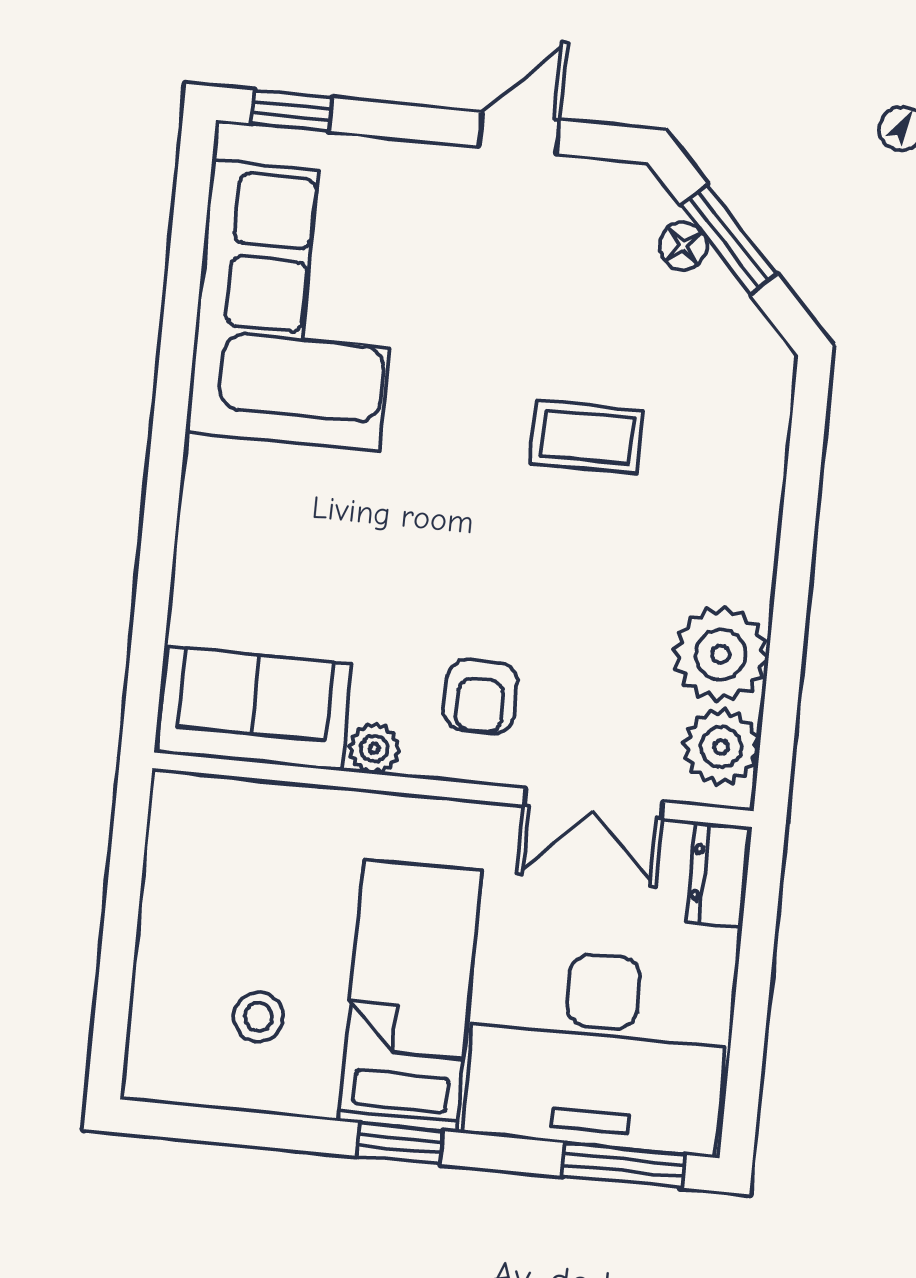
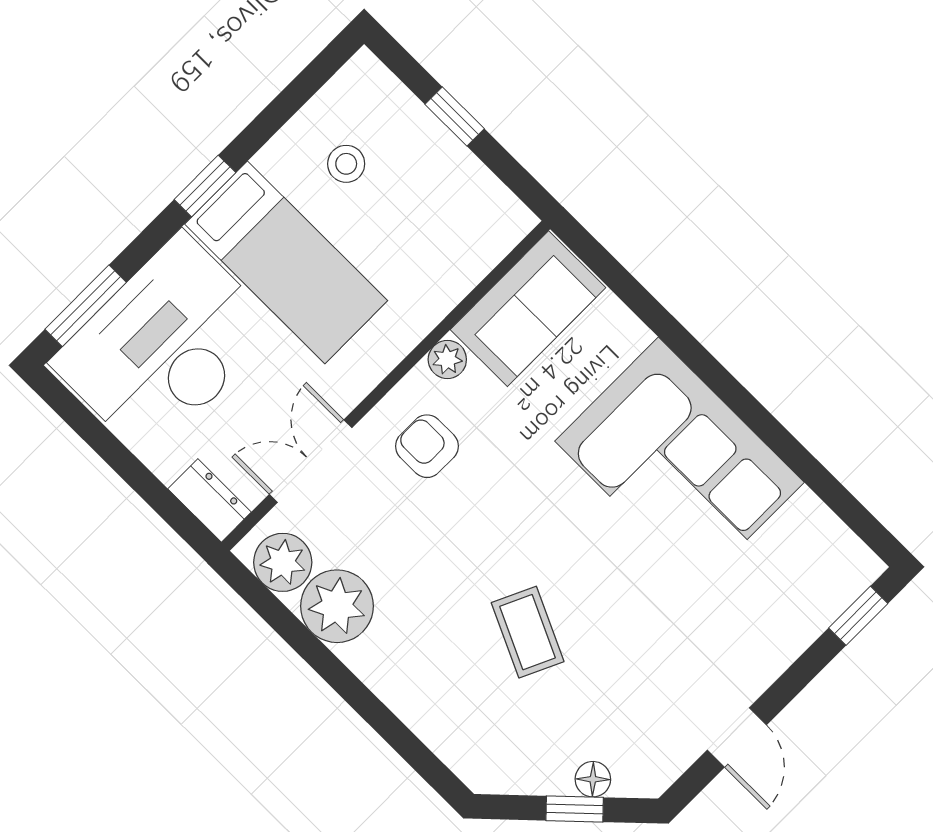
window: (729, 240) -> (575, 809), width x0.67
corner sofa: (296, 306) -> (679, 462), moved
coffee table: (587, 437) -> (528, 632), turned -65
window: (118, 945) -> (455, 116), added

